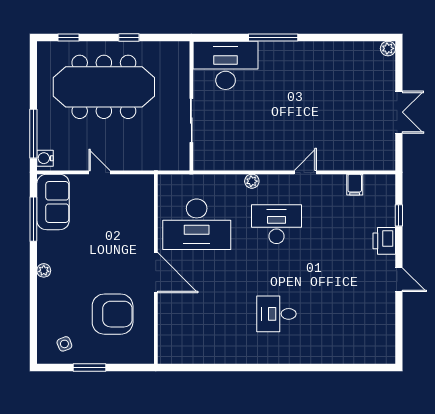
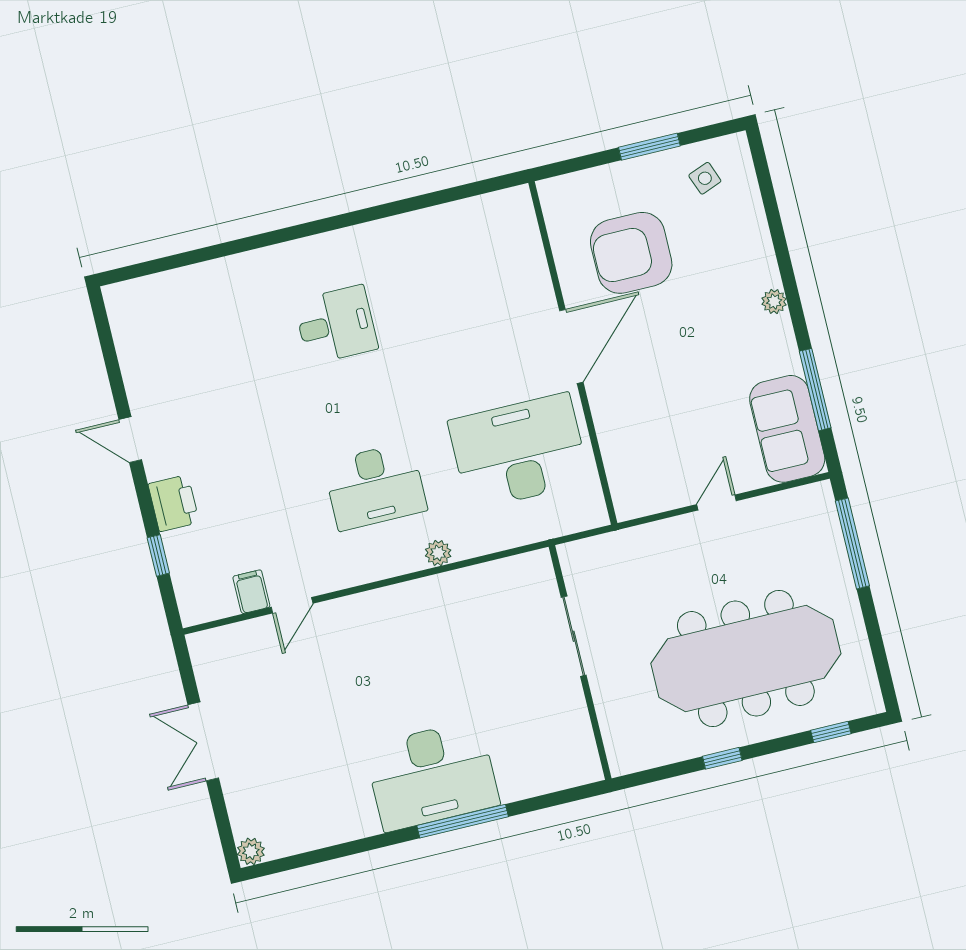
desk: (226, 65) -> (432, 775), moved
water cooler: (45, 158) -> (821, 504), removed
door: (99, 172) -> (717, 503), swing flipped
door: (305, 172) -> (292, 605), moved
door: (156, 273) -> (571, 346), swing flipped

